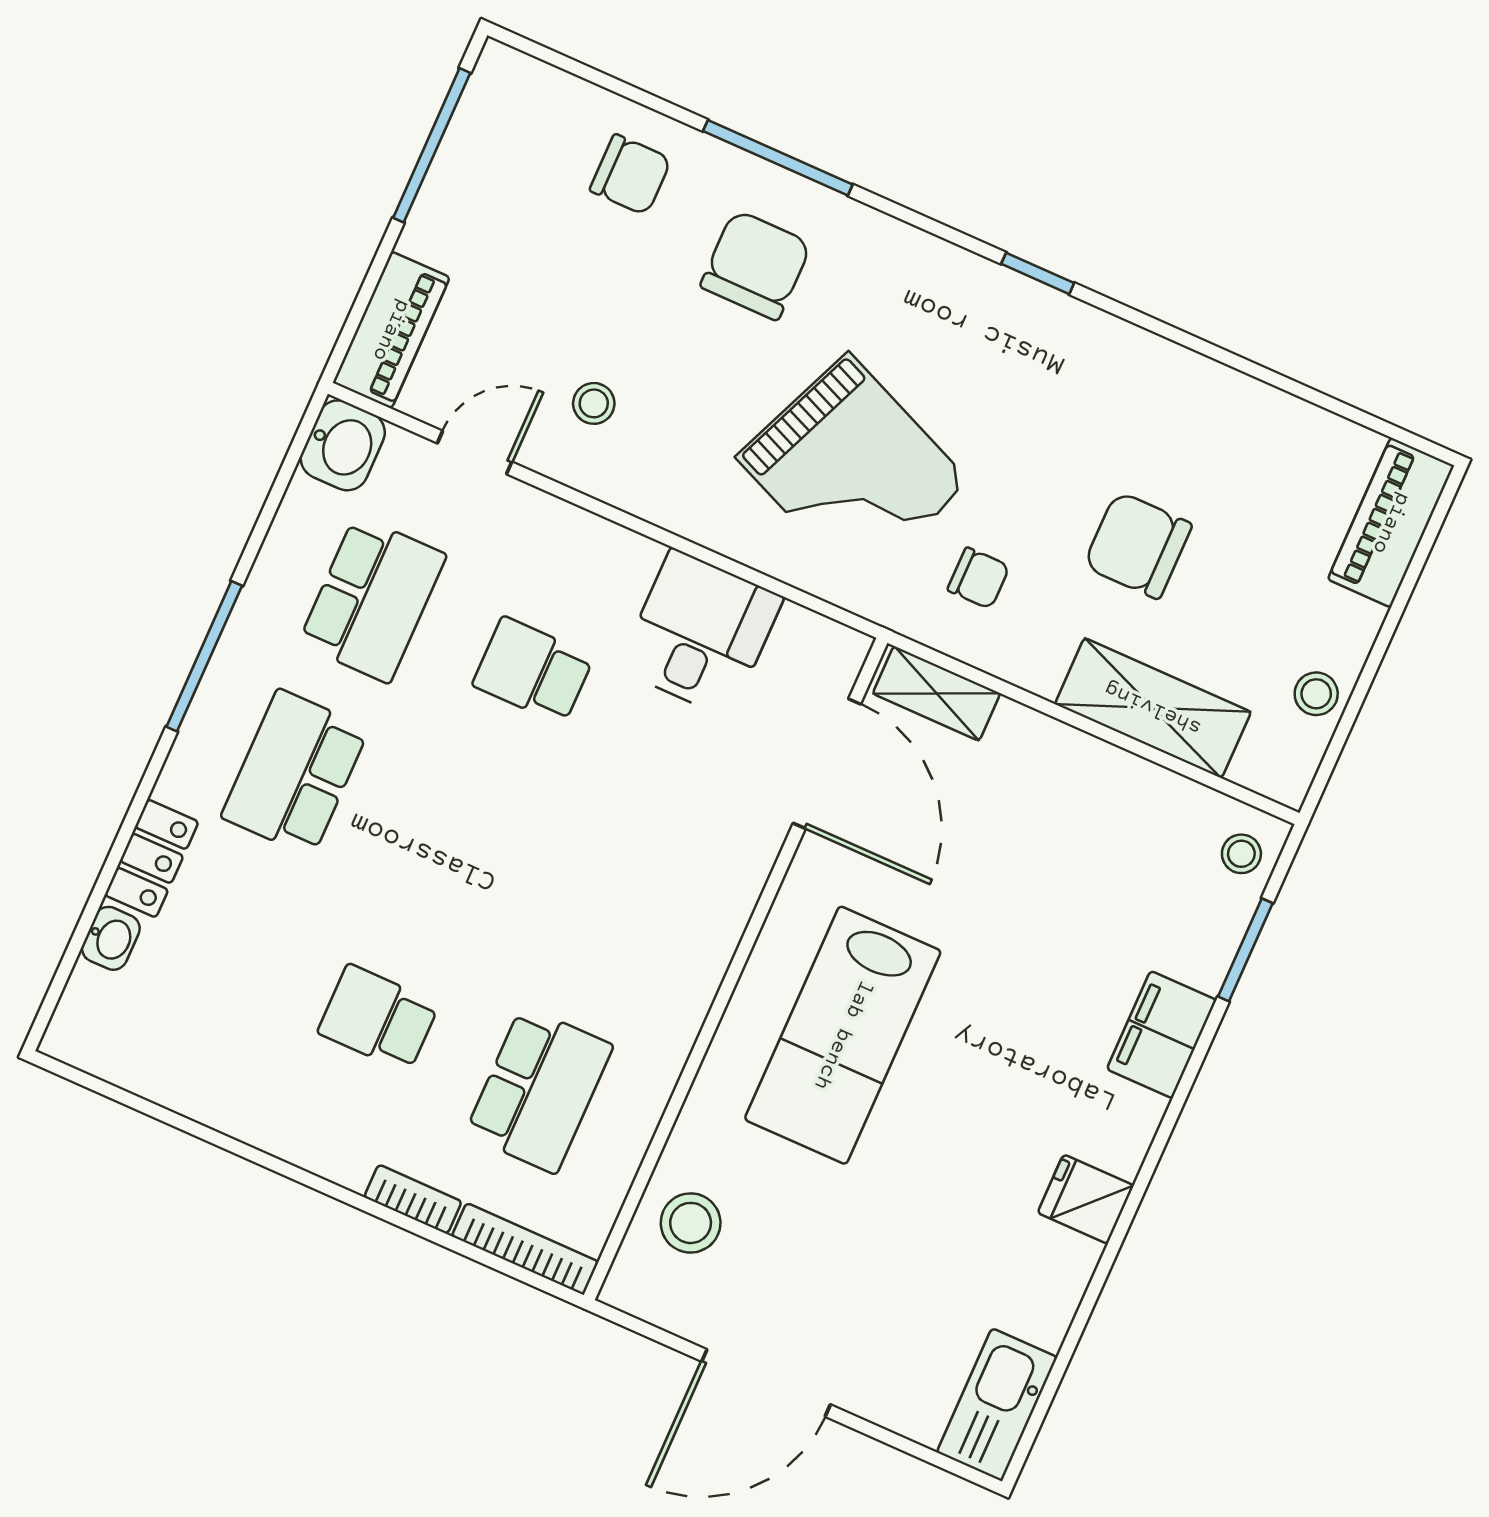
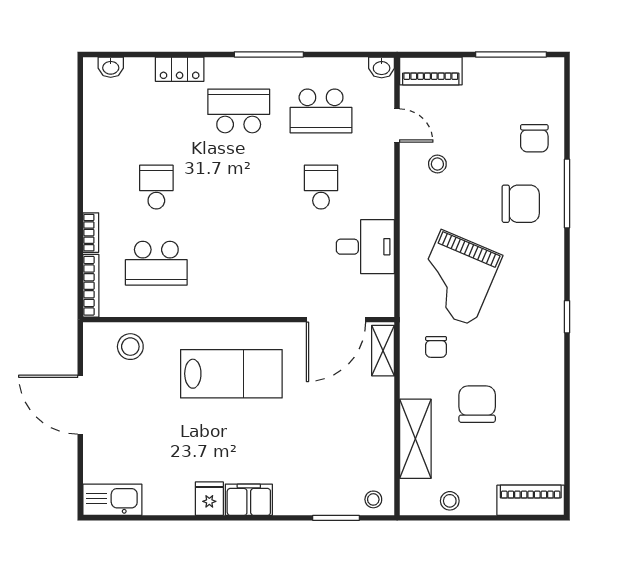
washbasin: (343, 445) -> (382, 67), width x0.72, depth x0.69
washbasin: (111, 938) -> (111, 67), moved
lab bench: (843, 1035) -> (231, 374), turned 180
filing cabinet: (1162, 1035) -> (249, 500), moved

